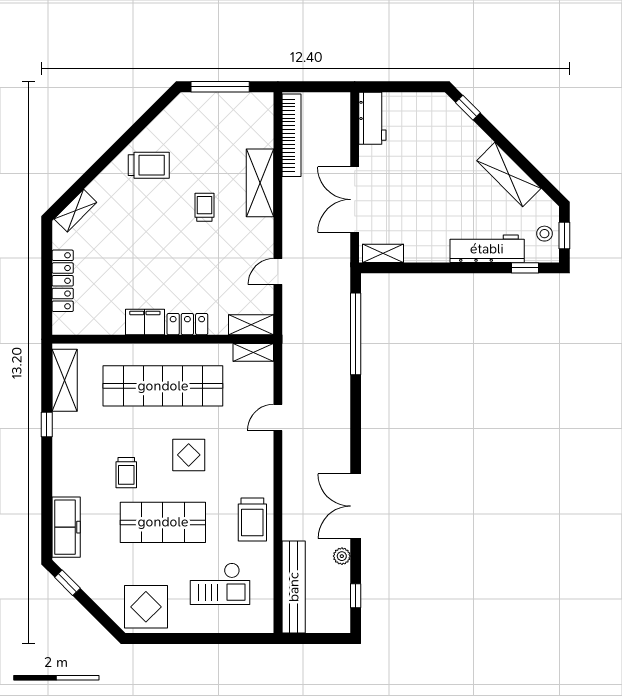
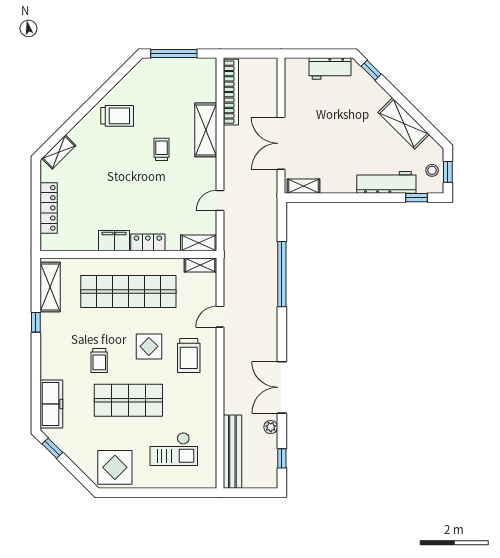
workbench: (372, 118) -> (330, 69), moved, turned 90
window: (356, 334) -> (282, 274), moved
trolley: (252, 519) -> (189, 355), moved

